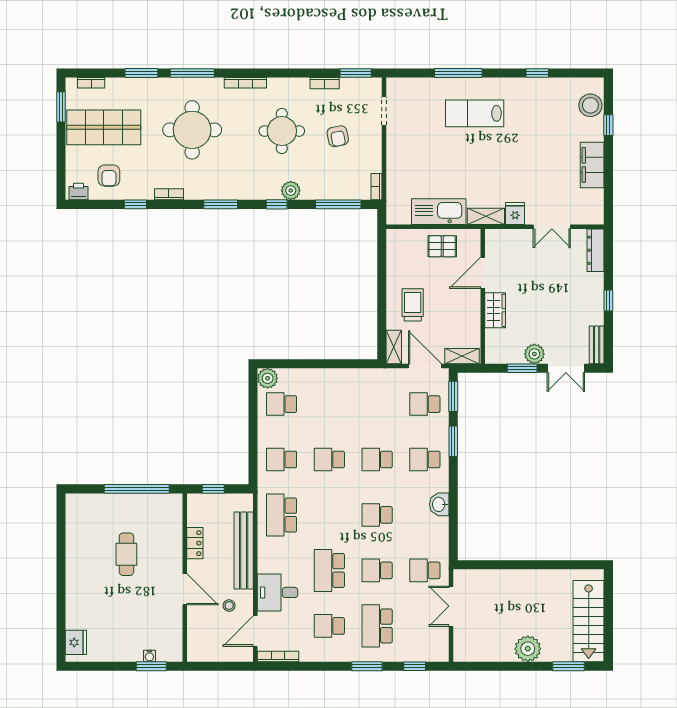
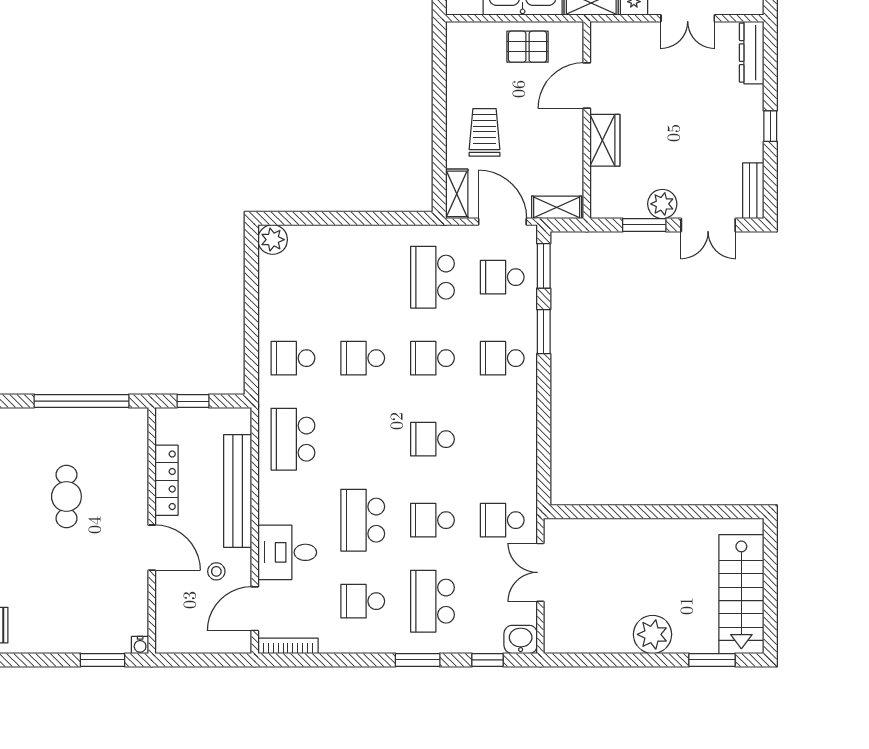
school desk: (282, 404) -> (432, 277), moved, width x1.85
washbasin: (439, 504) -> (521, 639), moved, turned 90
locker: (195, 543) -> (166, 480), width x1.53
water cooler: (149, 656) -> (140, 645), moved

